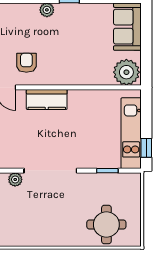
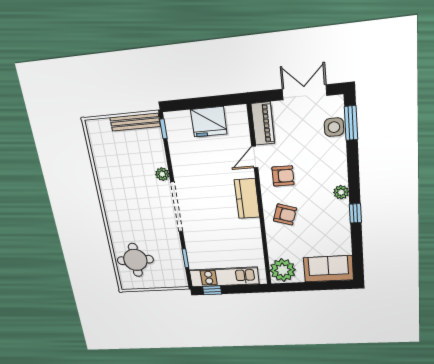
armchair: (66, 64) -> (285, 214), added

